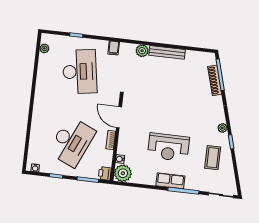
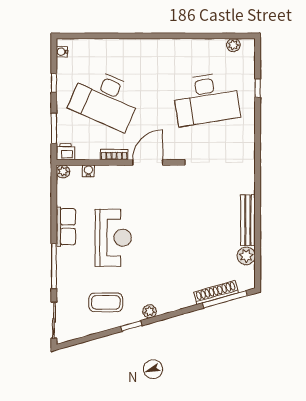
filing cabinet: (114, 48) -> (245, 144), removed
plant: (142, 51) -> (246, 256), moved
reception desk: (168, 147) -> (113, 238), turned 180
plant: (123, 173) -> (63, 171), width x0.53, depth x0.53
row of seats: (170, 181) -> (66, 227), moved

